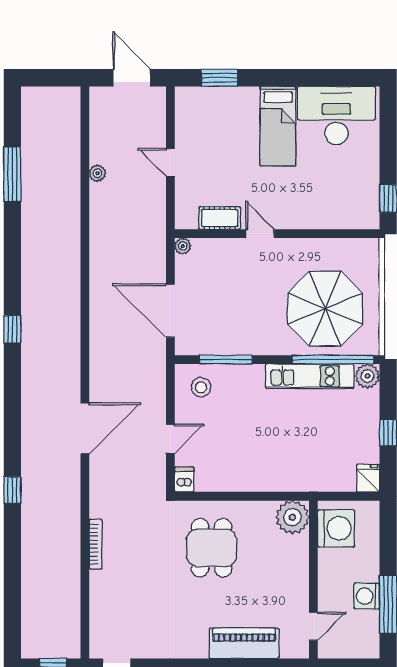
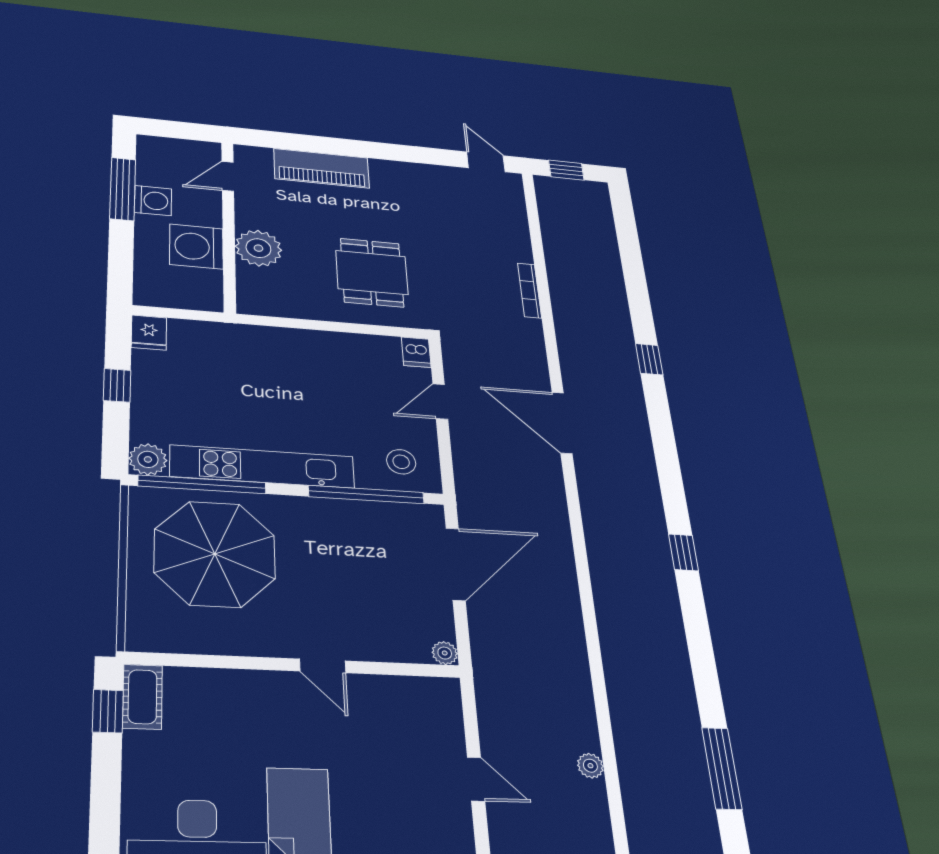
cot: (220, 218) -> (142, 697), moved, turned 90
door: (170, 311) -> (456, 564), hinge flipped
window: (226, 360) -> (366, 495), width x1.46
kitchen unit: (310, 376) -> (263, 467), width x1.36
door: (85, 428) -> (562, 423), hinge flipped
plant: (292, 517) -> (258, 248), moved
washing machine: (336, 528) -> (196, 246), moved

